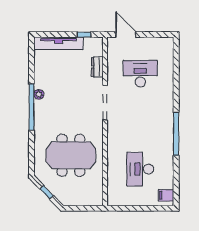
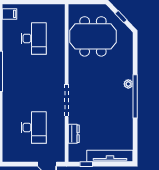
desk: (140, 74) -> (34, 127), turned -90
plant: (39, 94) -> (128, 84), moved
meeting table: (71, 155) -> (93, 36), moved

